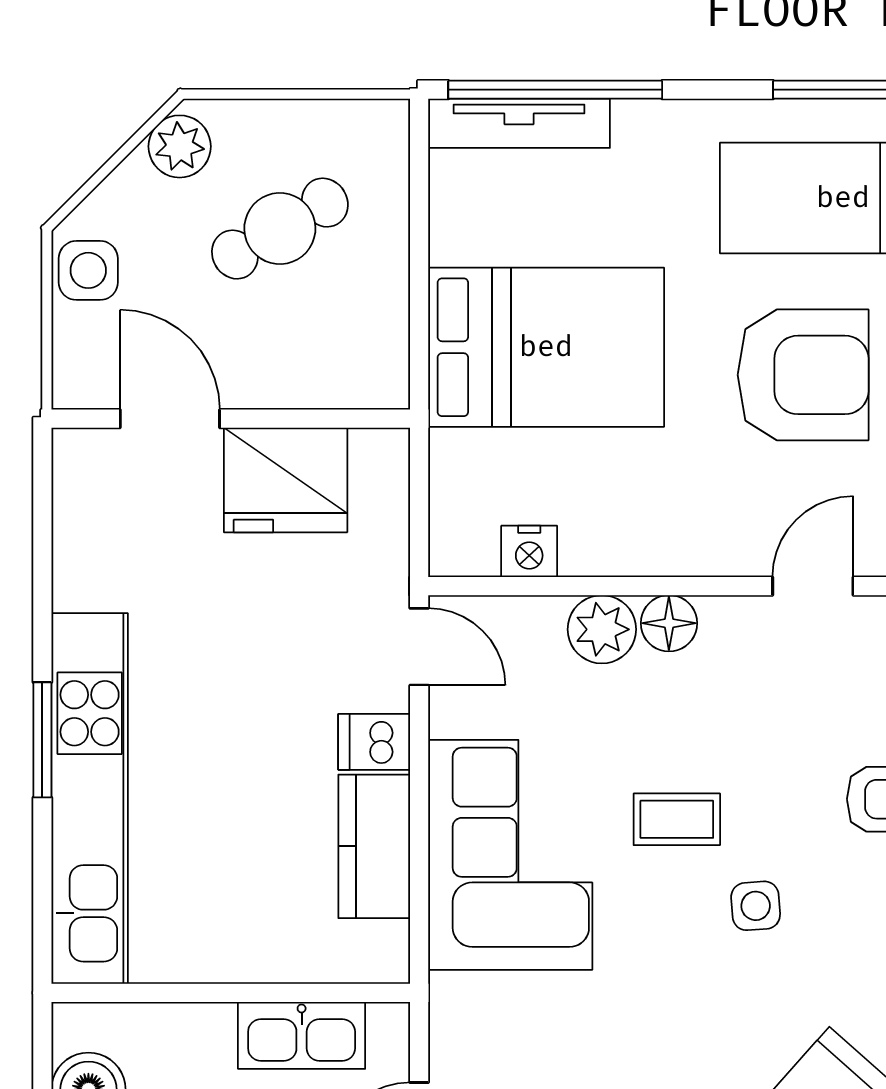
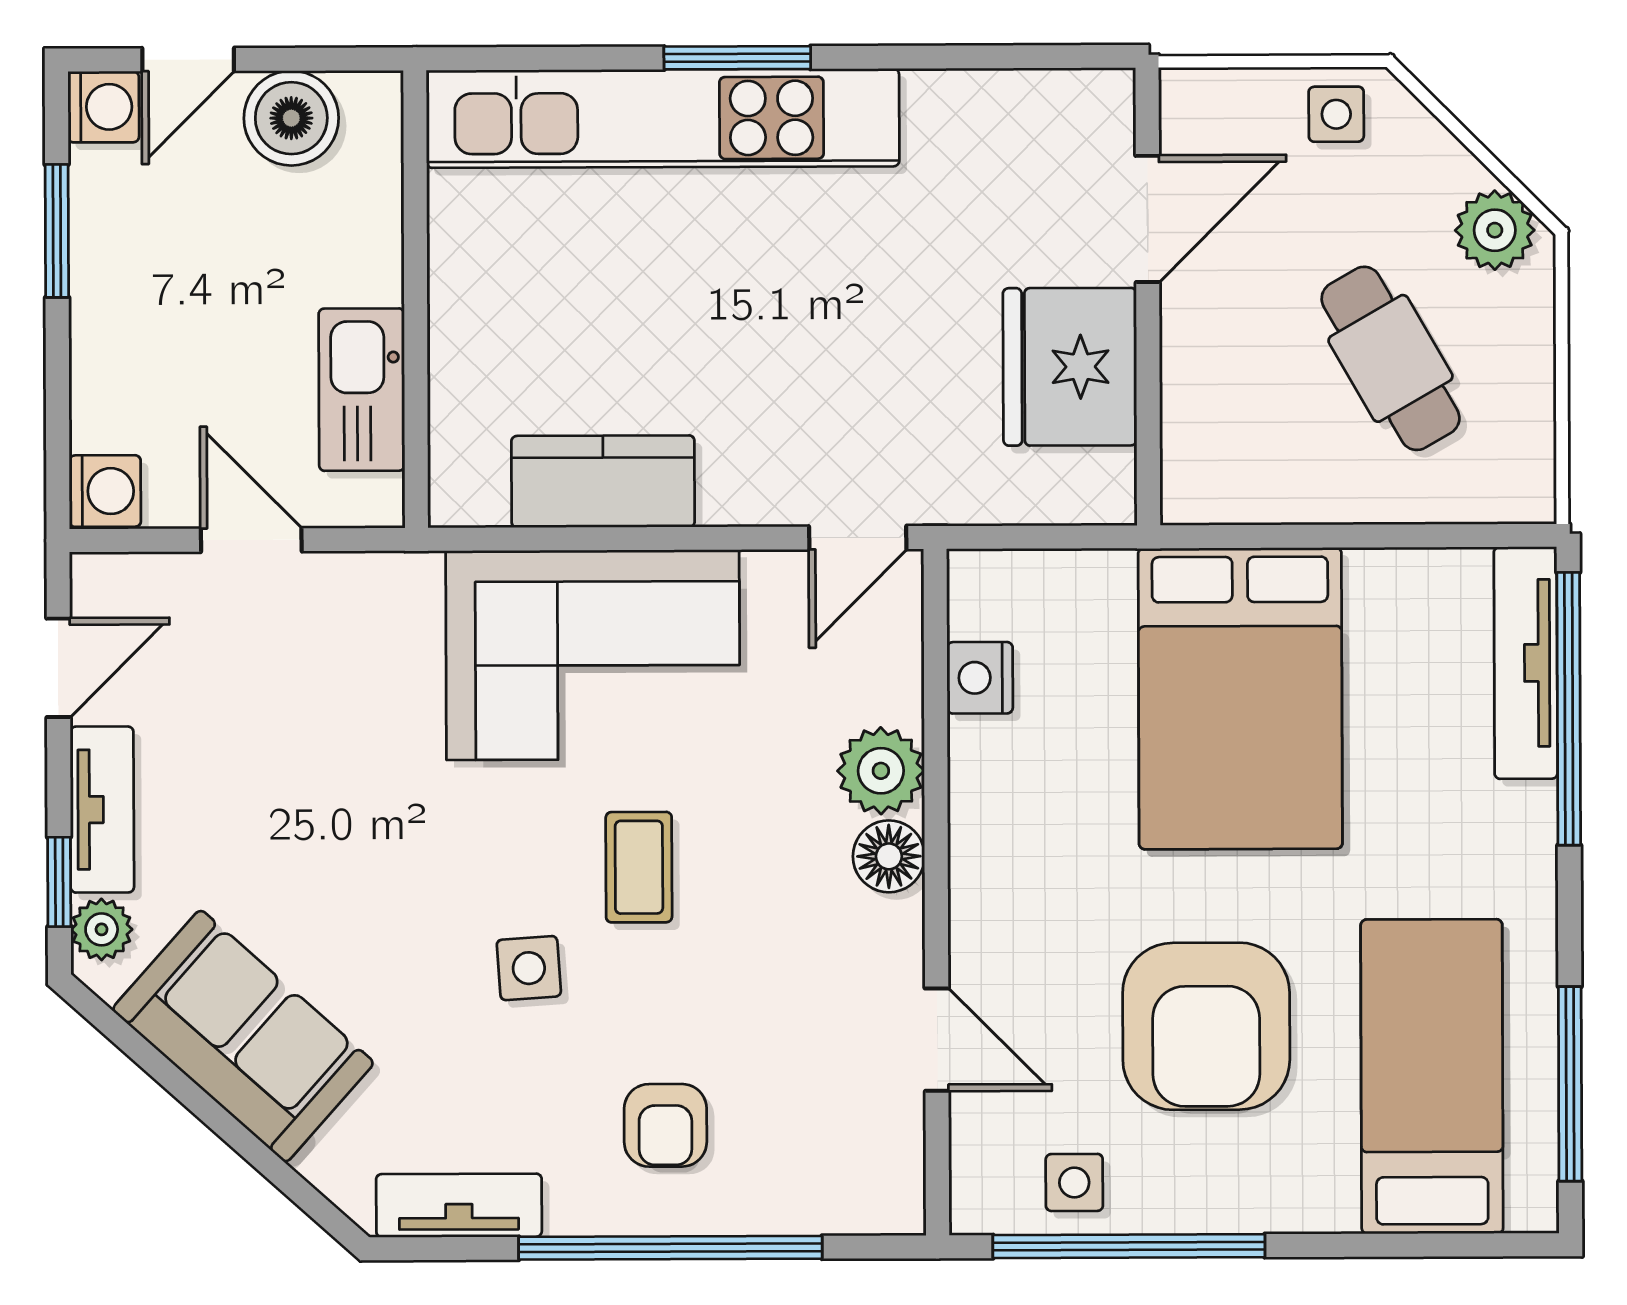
side table: (88, 270) -> (1336, 114), width x0.73, depth x0.73
dishwasher: (374, 742) -> (736, 481), removed

